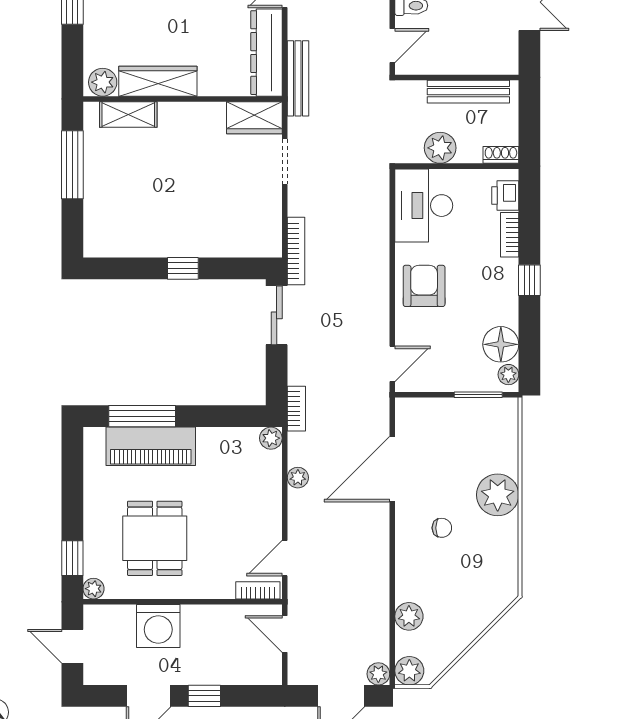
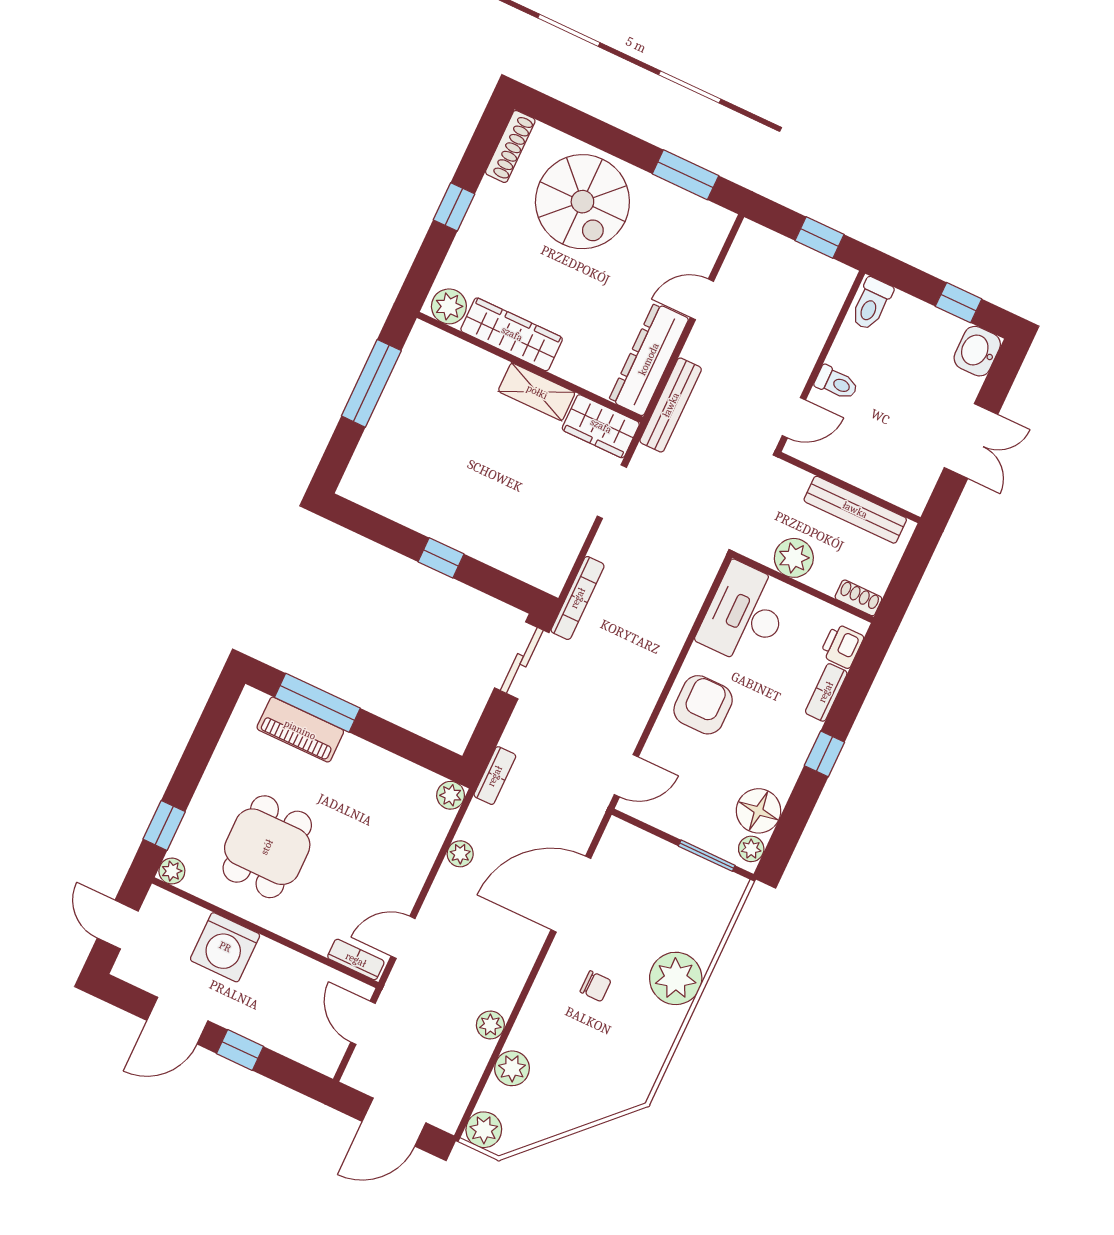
shelving: (128, 115) -> (537, 392), moved
piano: (151, 446) -> (300, 730), width x0.73, depth x0.75
plant: (378, 674) -> (490, 1025), moved

